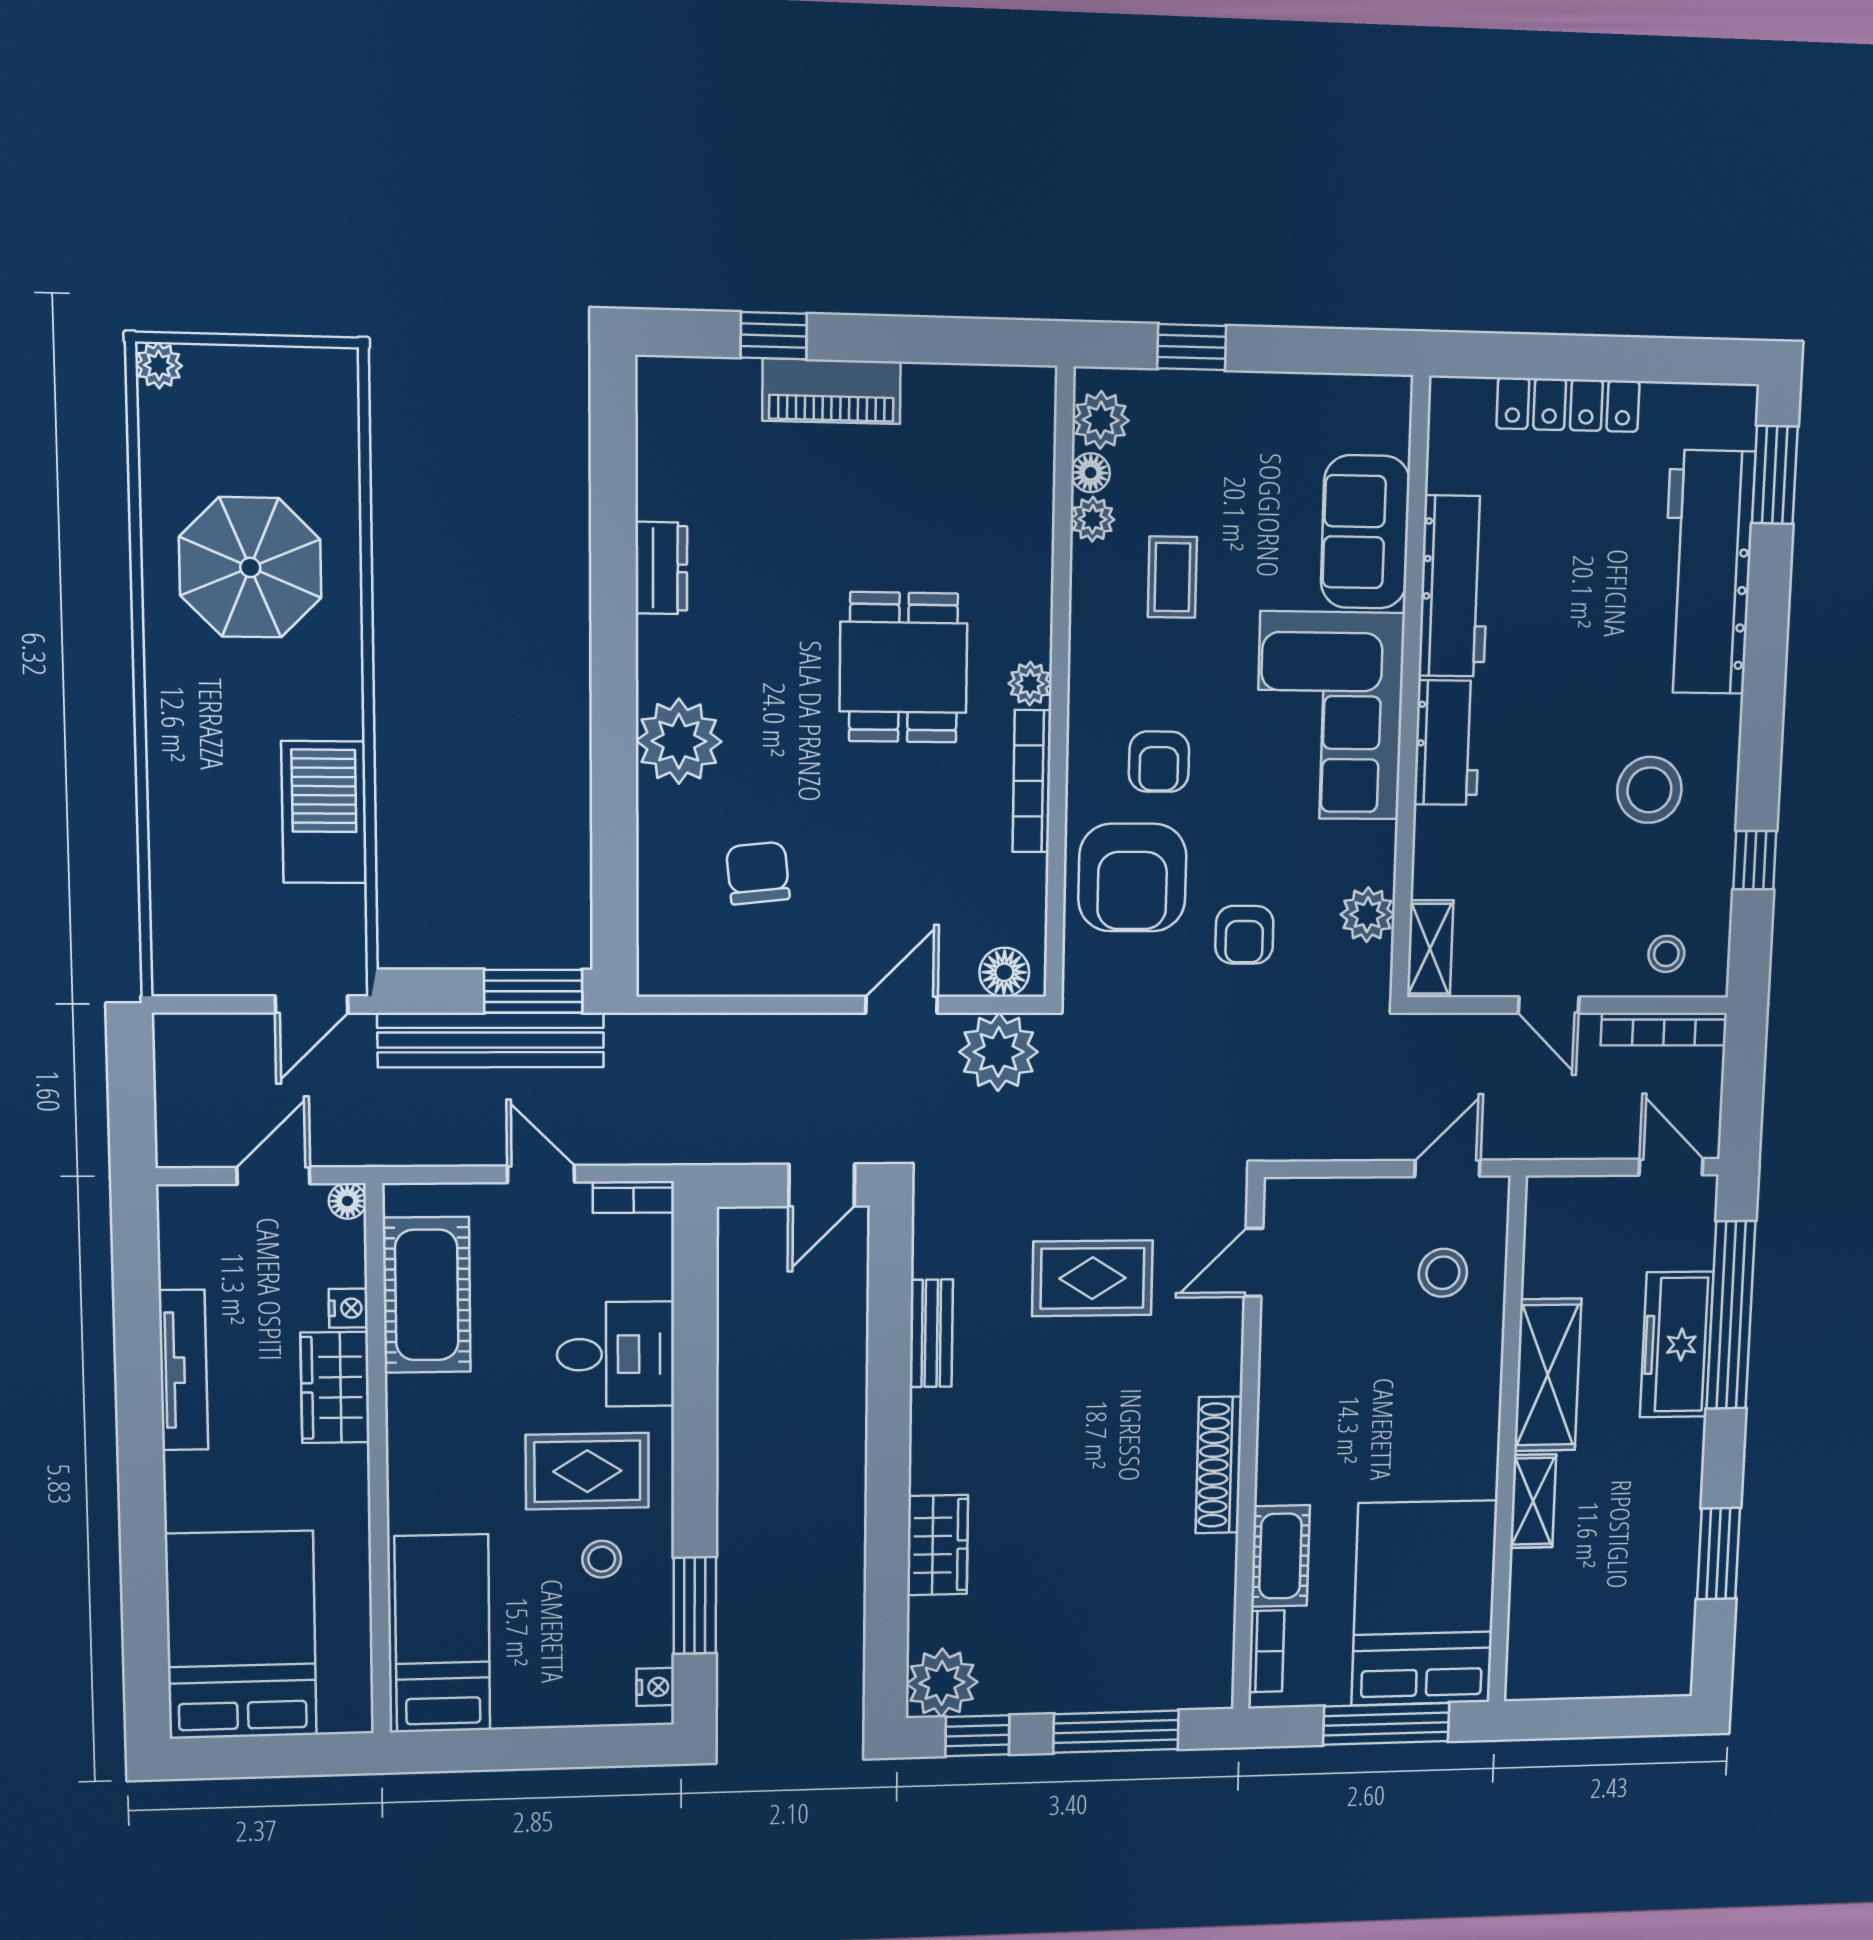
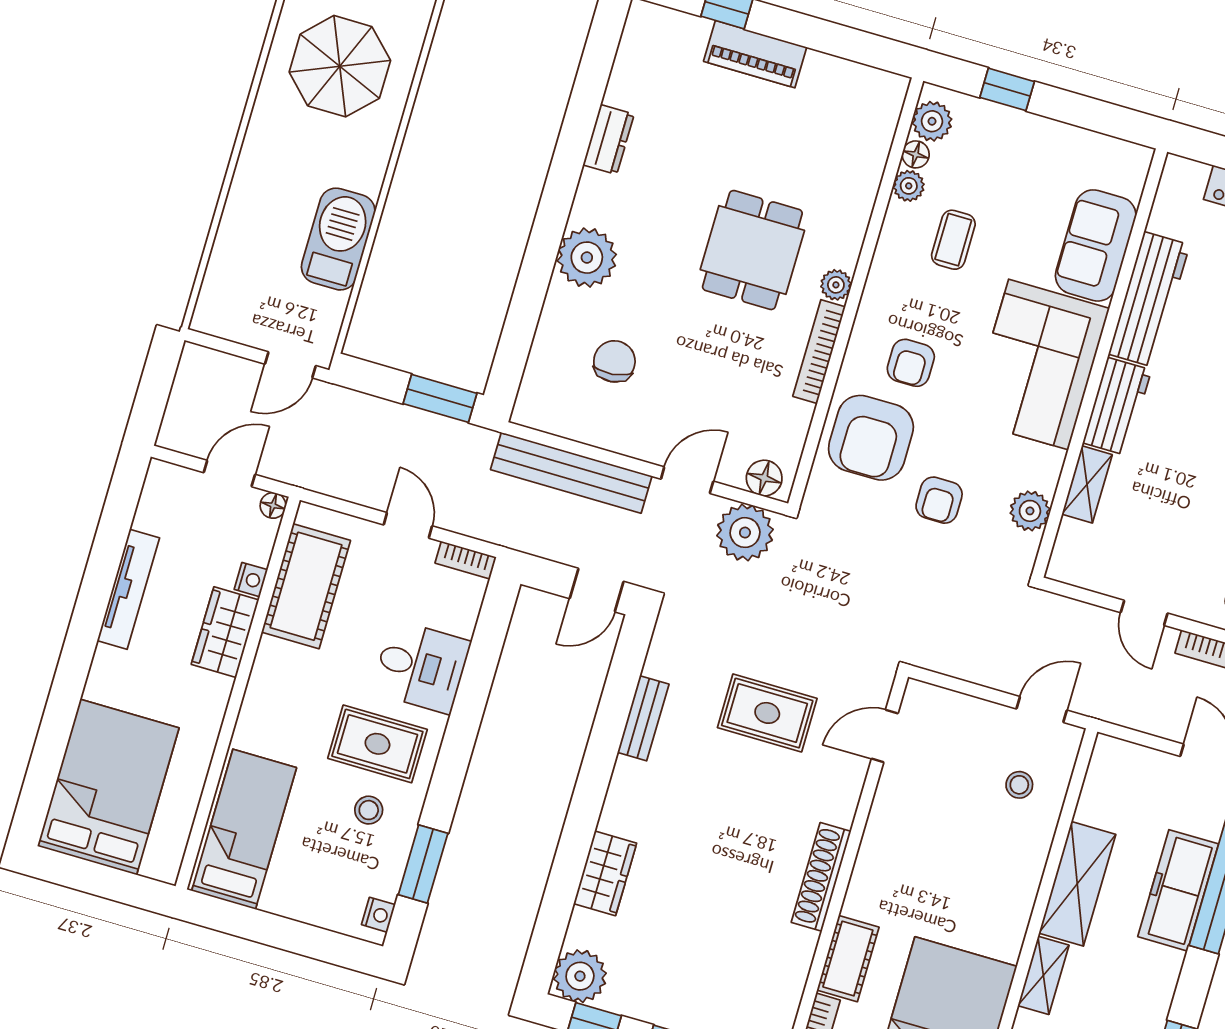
shelving: (1430, 949) -> (1087, 484), moved
bench: (491, 1040) -> (571, 473), moved
stool: (1443, 1273) -> (1019, 785), width x0.73, depth x0.73

